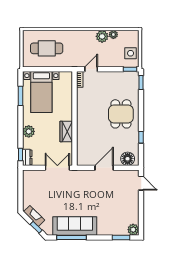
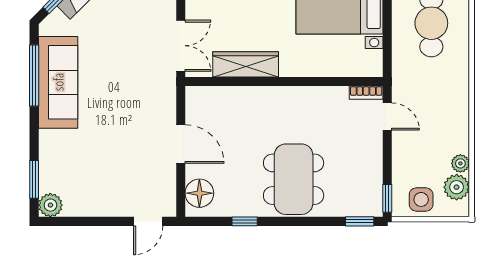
plant: (102, 36) -> (457, 187), moved
dining table: (121, 114) -> (294, 179), width x1.38
wardrobe: (66, 132) -> (246, 64), width x1.50

